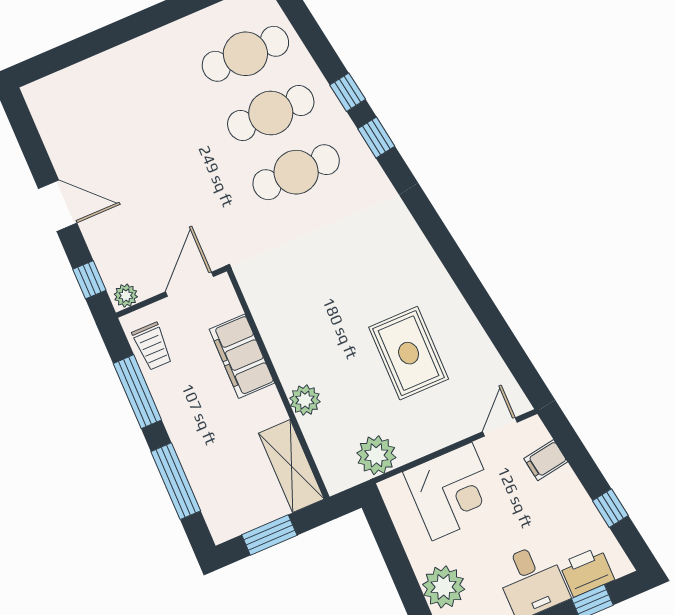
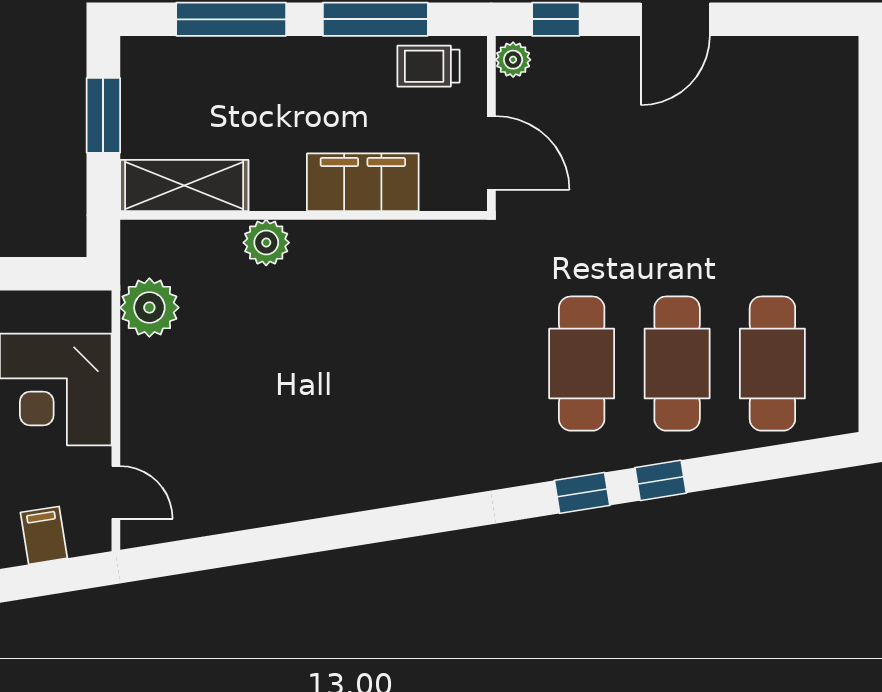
rug: (409, 353) -> (270, 411), removed

